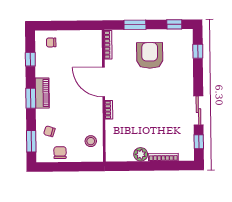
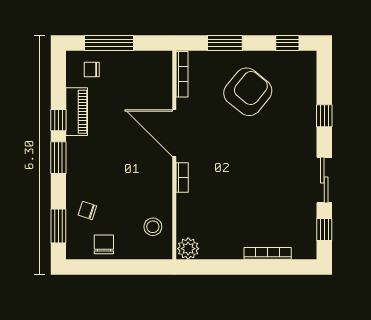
window: (62, 26) -> (109, 43), added
window: (198, 51) -> (324, 116), moved
armchair: (150, 55) -> (248, 92), turned 39
window: (30, 59) -> (58, 120), moved
piano: (42, 93) -> (77, 112), moved
plant: (141, 154) -> (188, 249), moved

